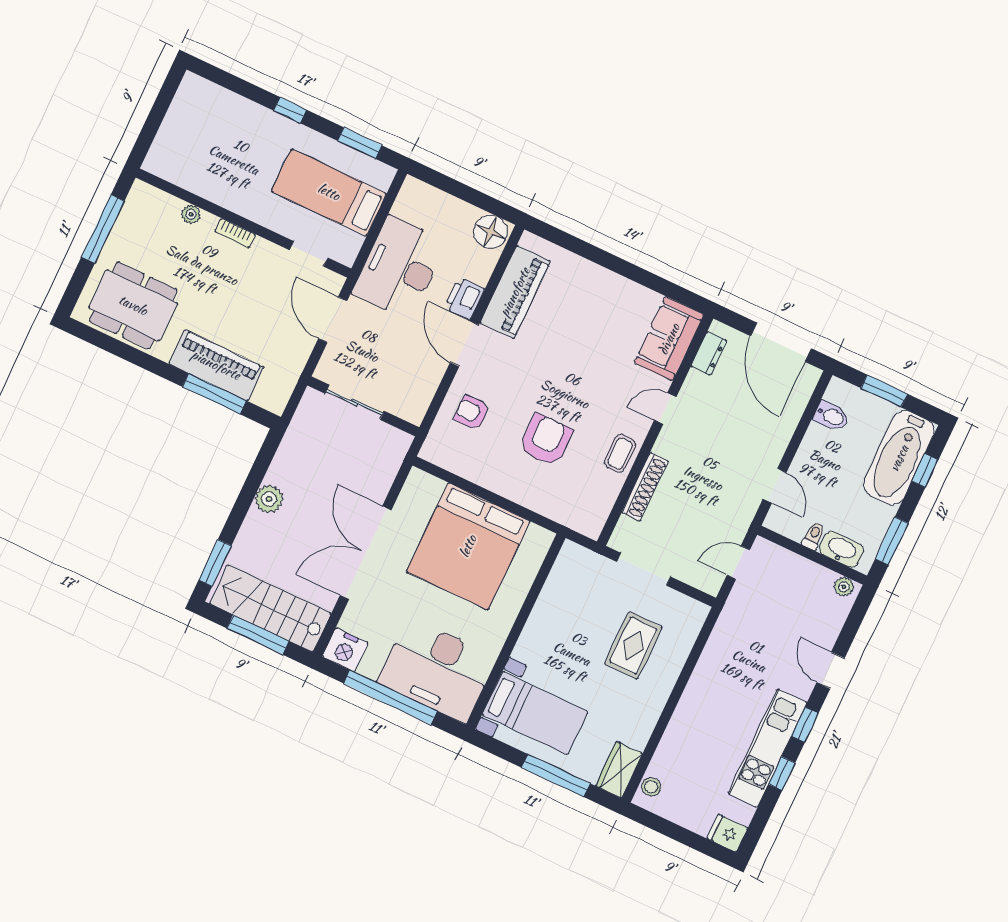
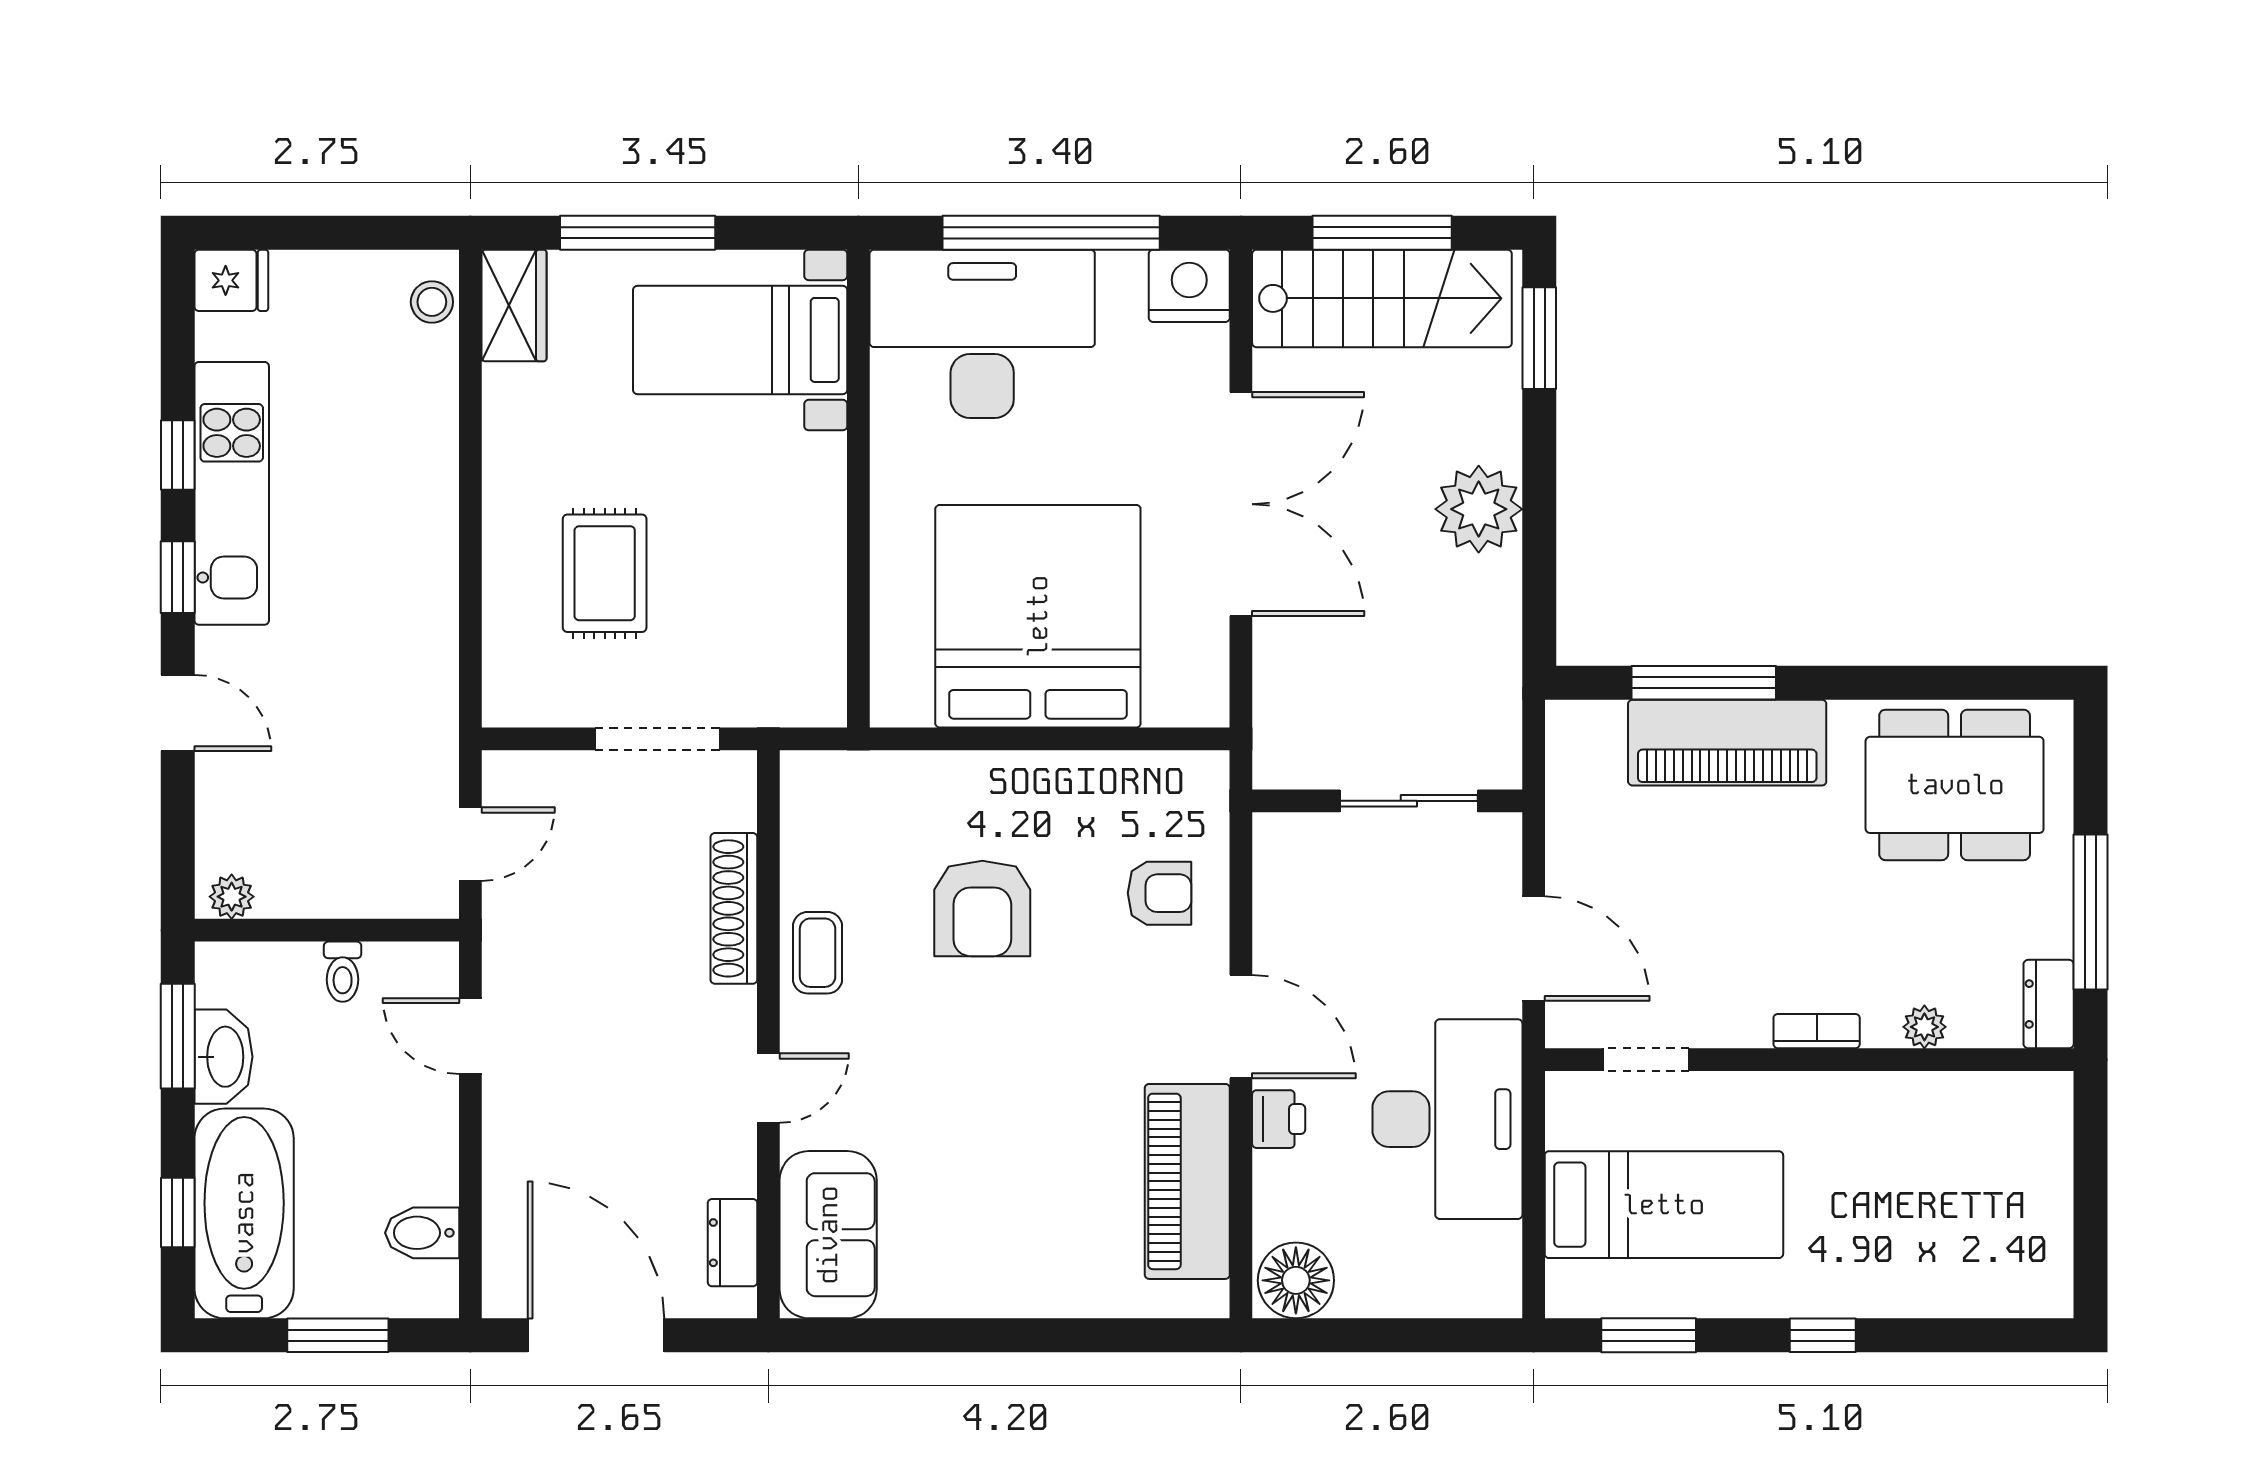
dresser: (137, 200) -> (2049, 1004), added
printer: (464, 298) -> (1279, 1119), width x0.73, depth x0.81
plant: (269, 499) -> (1479, 509), width x1.36, depth x1.36
washbasin: (841, 549) -> (224, 1057), moved, turned -90

